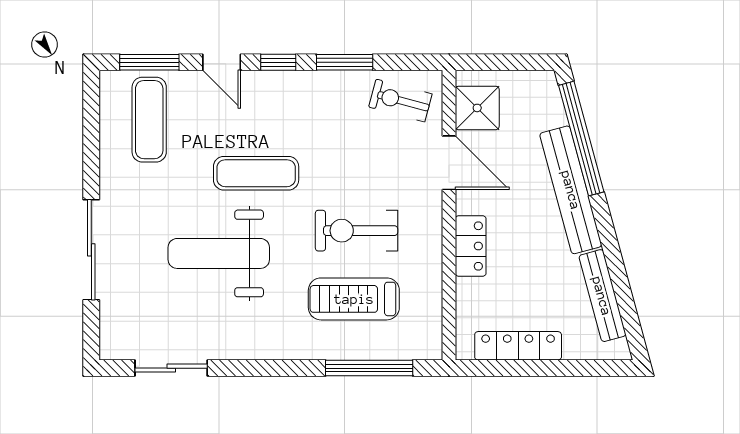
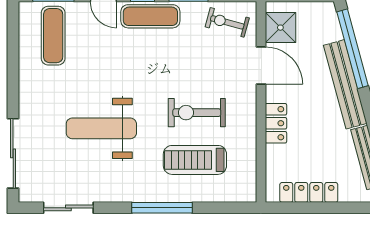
exercise mat: (256, 173) -> (150, 16), moved
sliding door: (91, 250) -> (13, 153), moved
window: (369, 368) -> (162, 208), moved

